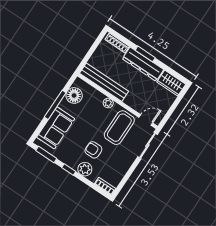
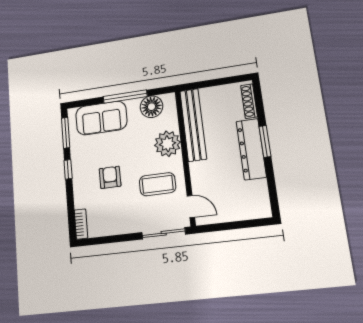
wardrobe: (171, 83) -> (258, 199), removed
plant: (108, 103) -> (168, 144), width x1.87, depth x1.87
coffee table: (119, 128) -> (157, 184), width x0.73, depth x0.76
plant: (85, 169) -> (82, 186), removed

